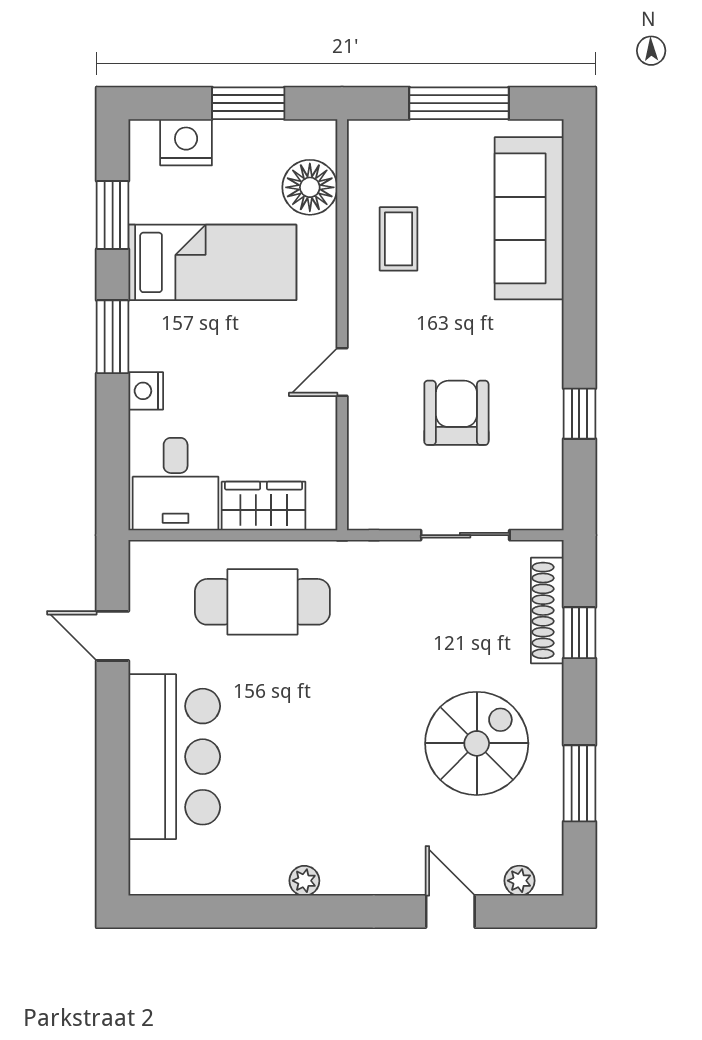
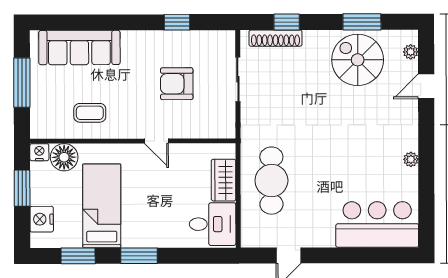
nightstand: (146, 391) -> (39, 152), moved, turned 180
spiral stairs: (477, 743) -> (358, 60), moved
bar counter: (174, 757) -> (377, 224), moved

